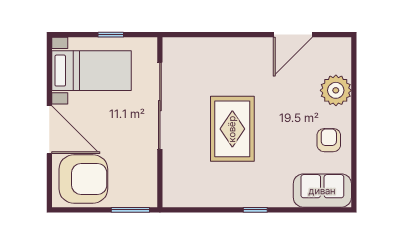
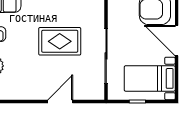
door: (293, 35) -> (60, 101), moved
rug: (232, 129) -> (60, 41), turned 90

